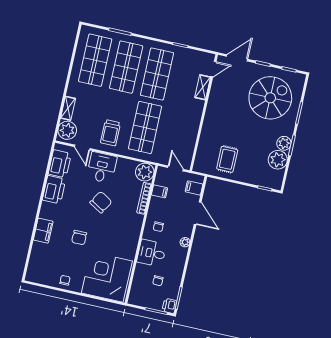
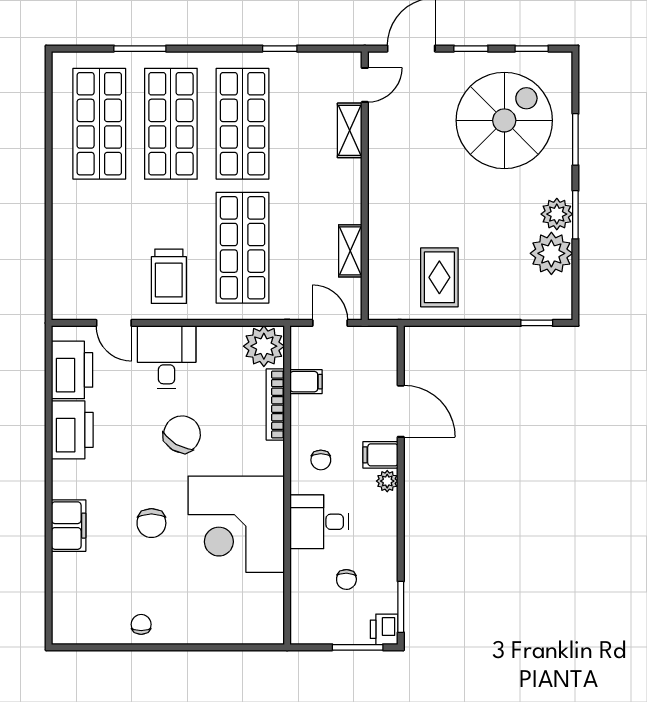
shelving: (68, 108) -> (350, 251), moved
plant: (67, 130) -> (72, 292), removed
filing cabinet: (194, 188) -> (380, 455), moved
corner desk: (107, 277) -> (236, 524), moved, turned -90

